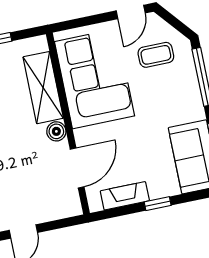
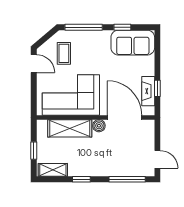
door: (77, 168) -> (125, 117), width x1.36
window: (158, 204) -> (157, 88), moved

